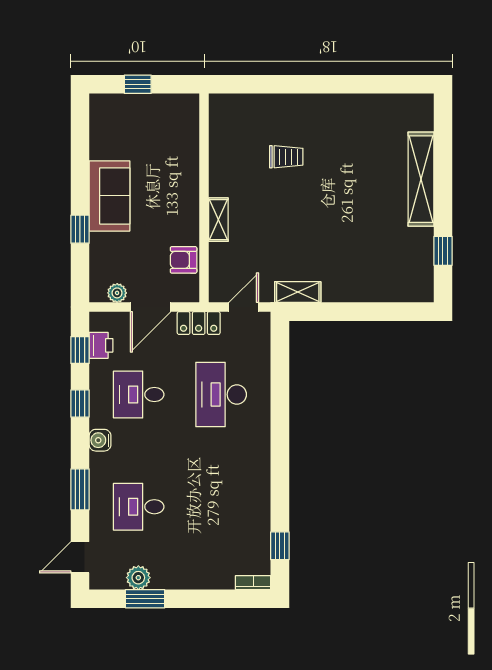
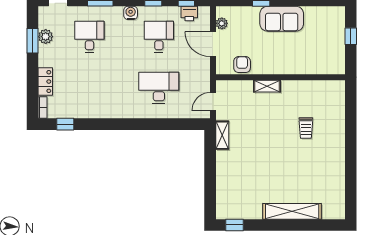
window: (443, 251) -> (235, 225), moved
door: (244, 307) -> (213, 102), swing flipped
locker: (199, 323) -> (45, 82), moved, turned 180

